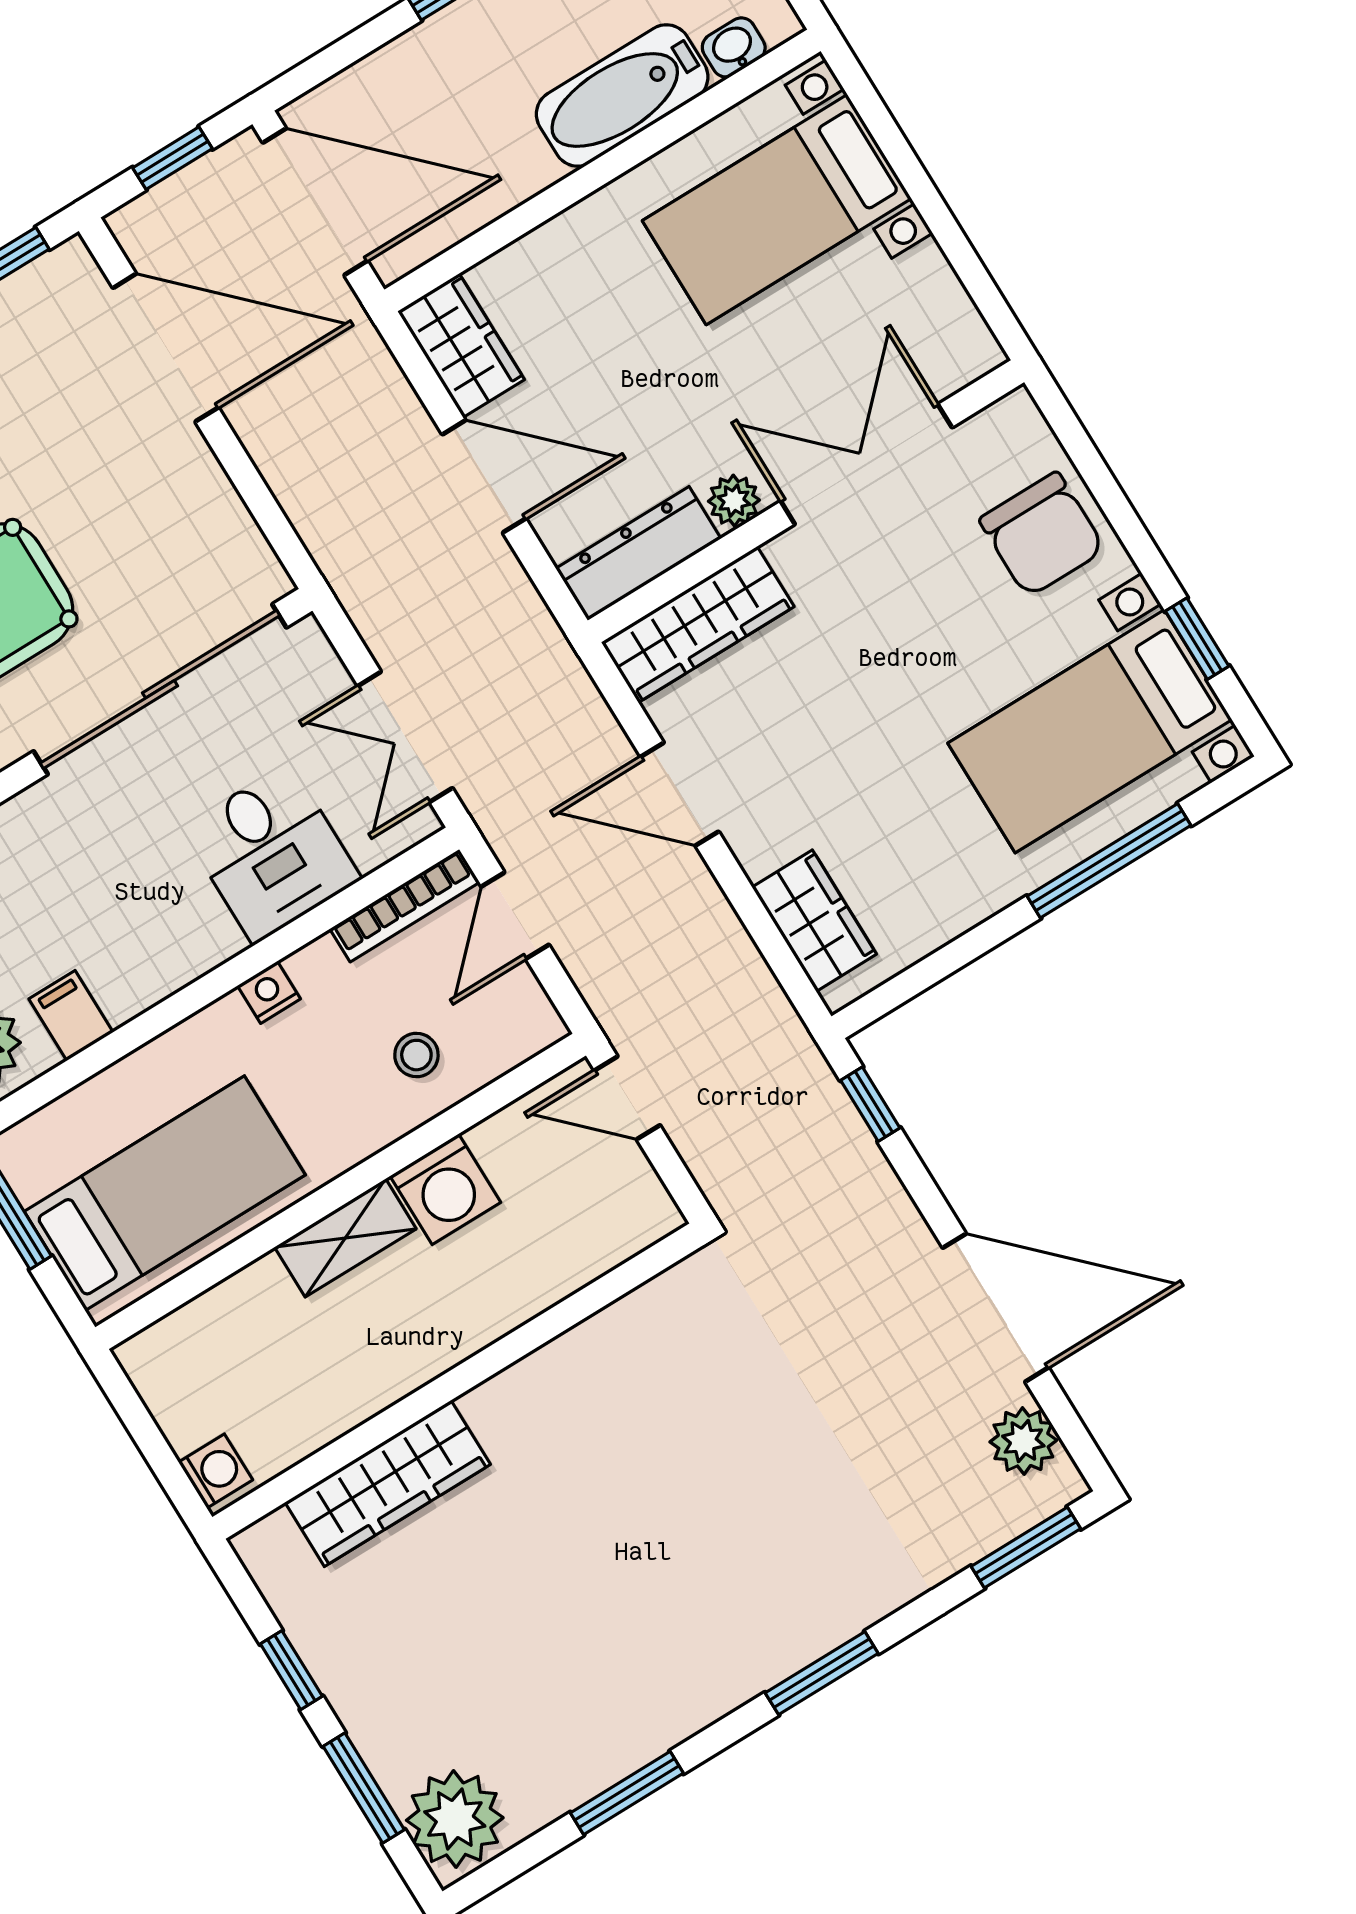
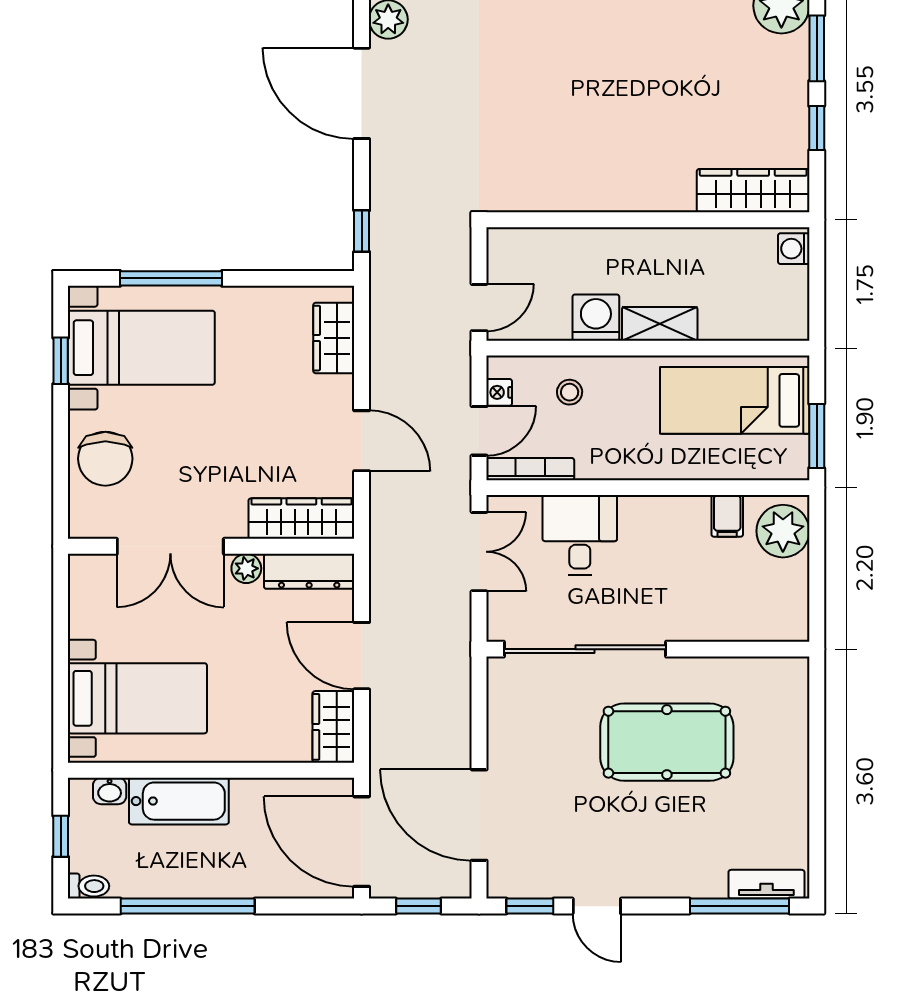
chair: (1042, 535) -> (105, 459), turned 180
nightstand: (269, 992) -> (499, 392), moved, turned 90
door: (627, 1098) -> (479, 308), hinge flipped
wardrobe: (388, 1483) -> (753, 191), moved

